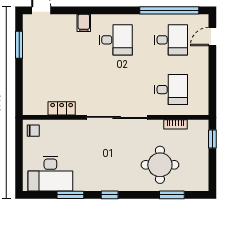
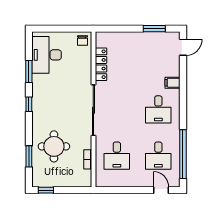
locker: (62, 108) -> (101, 64), width x1.53
window: (212, 139) -> (46, 190), moved

